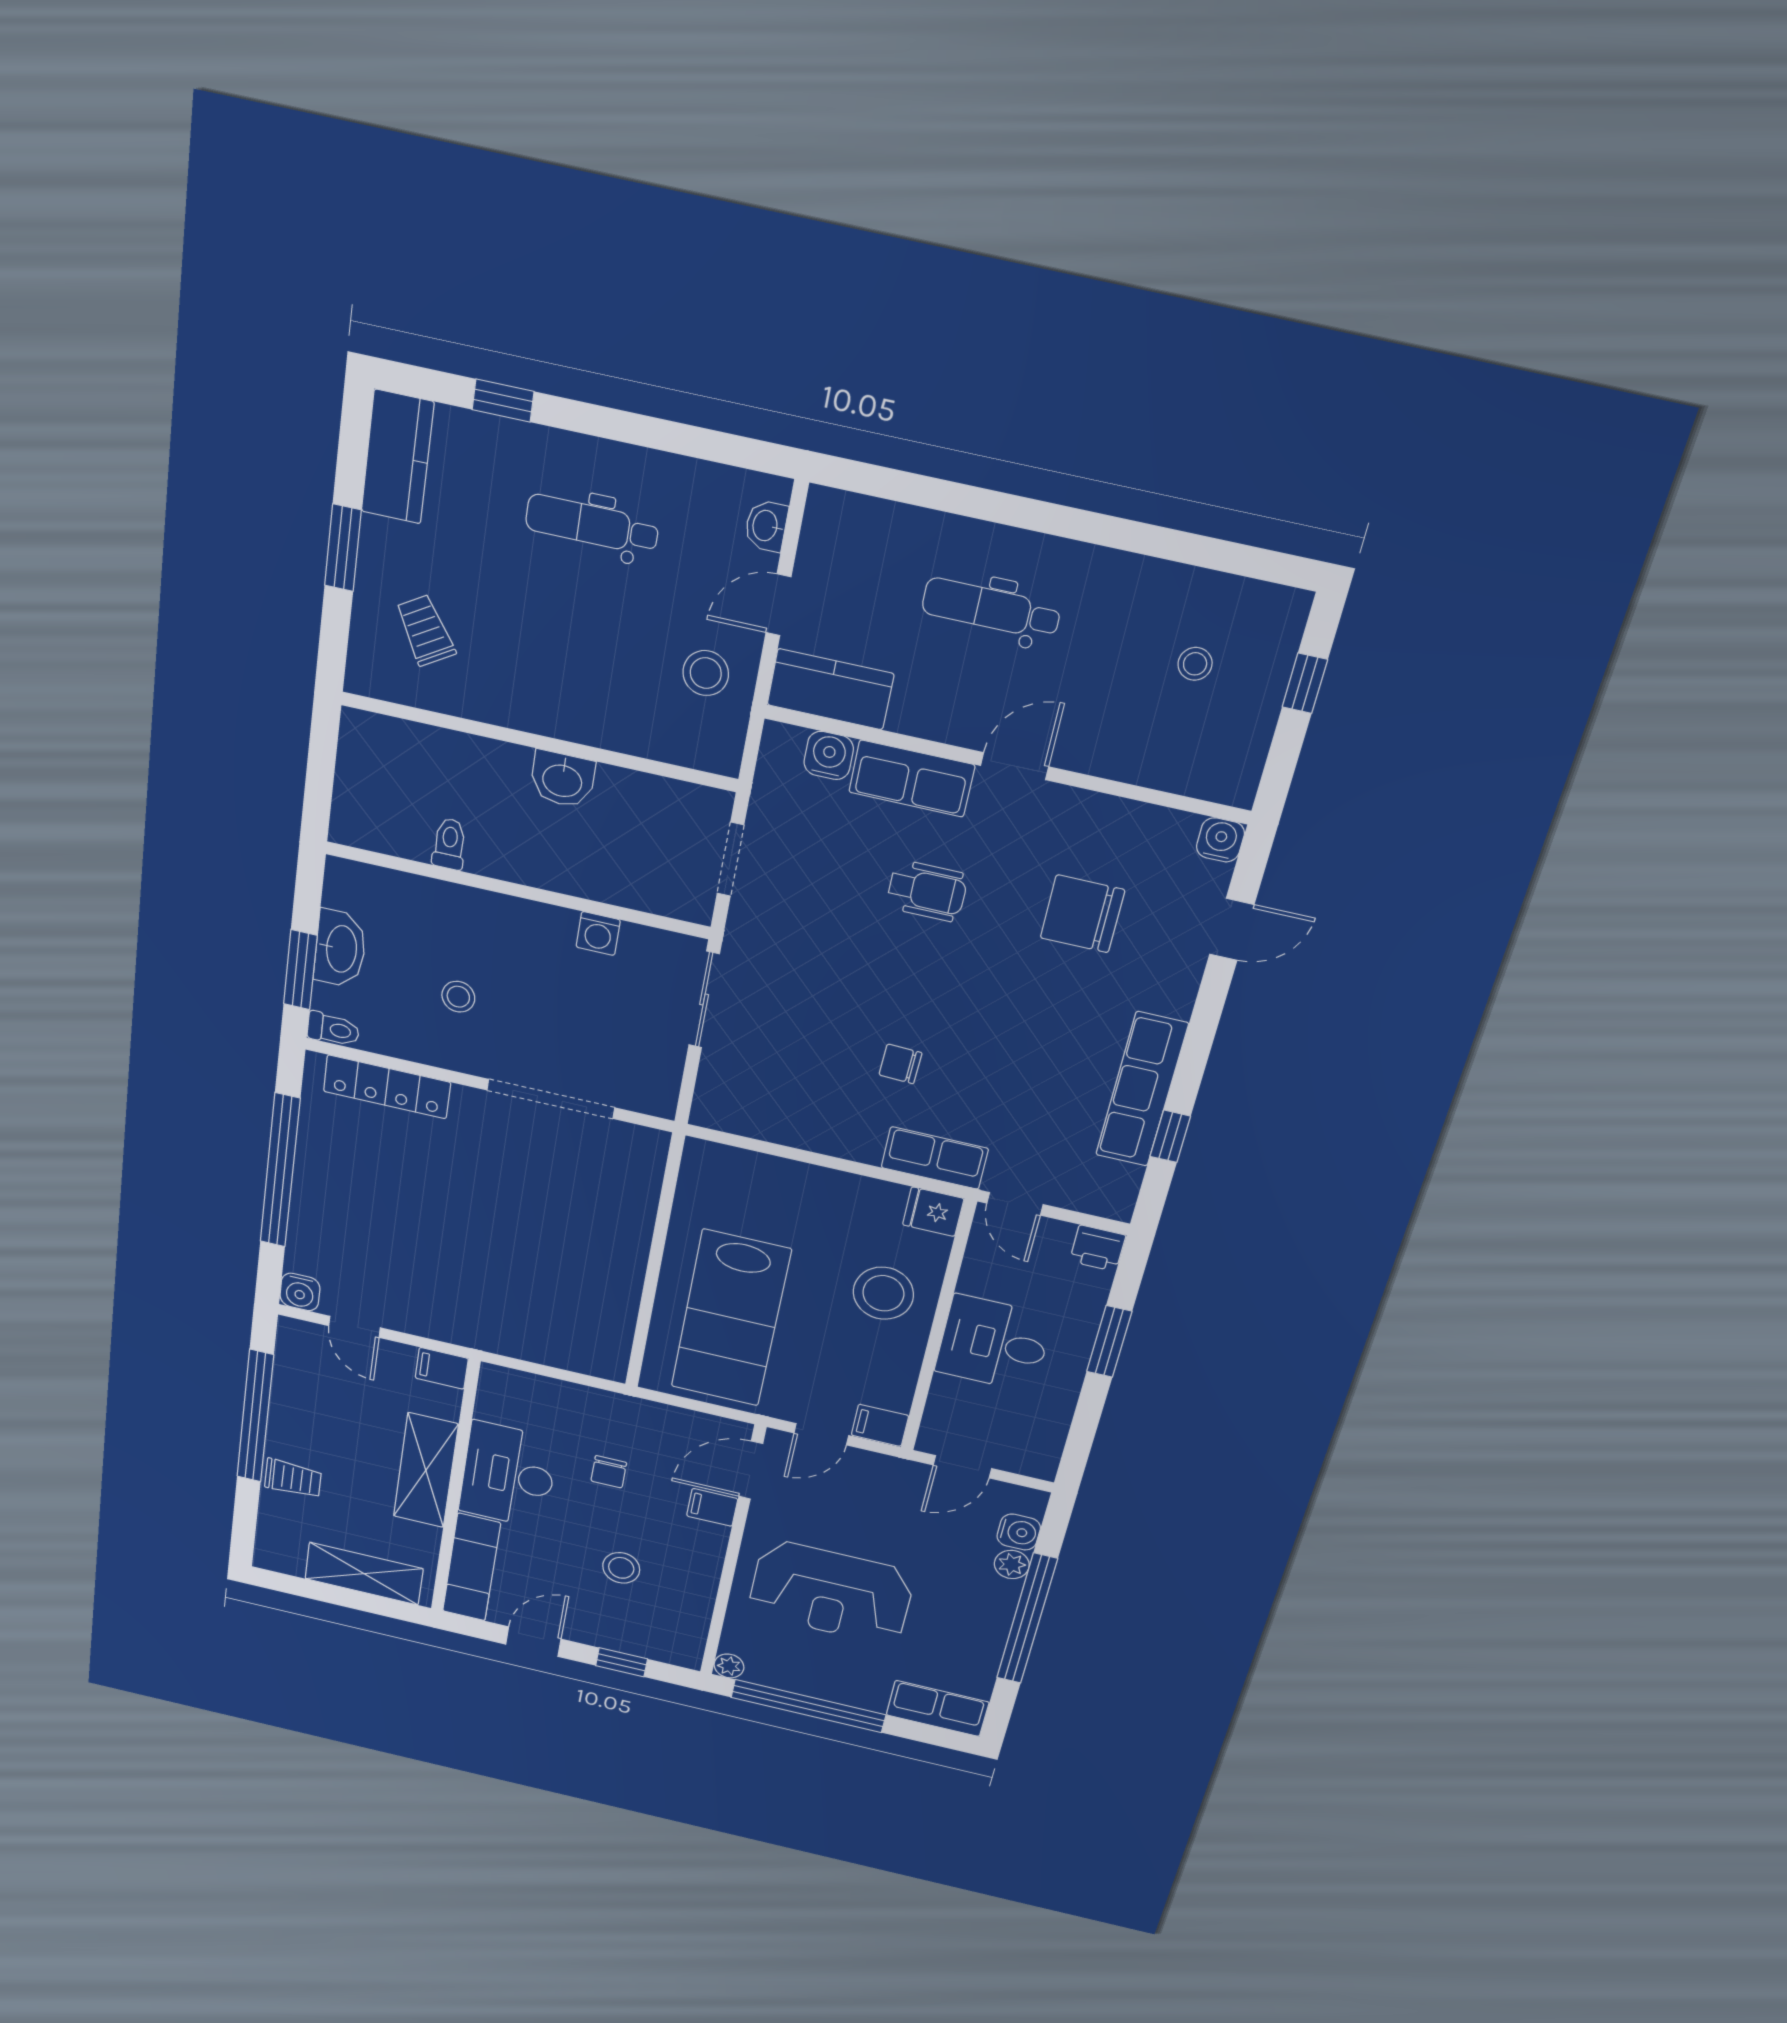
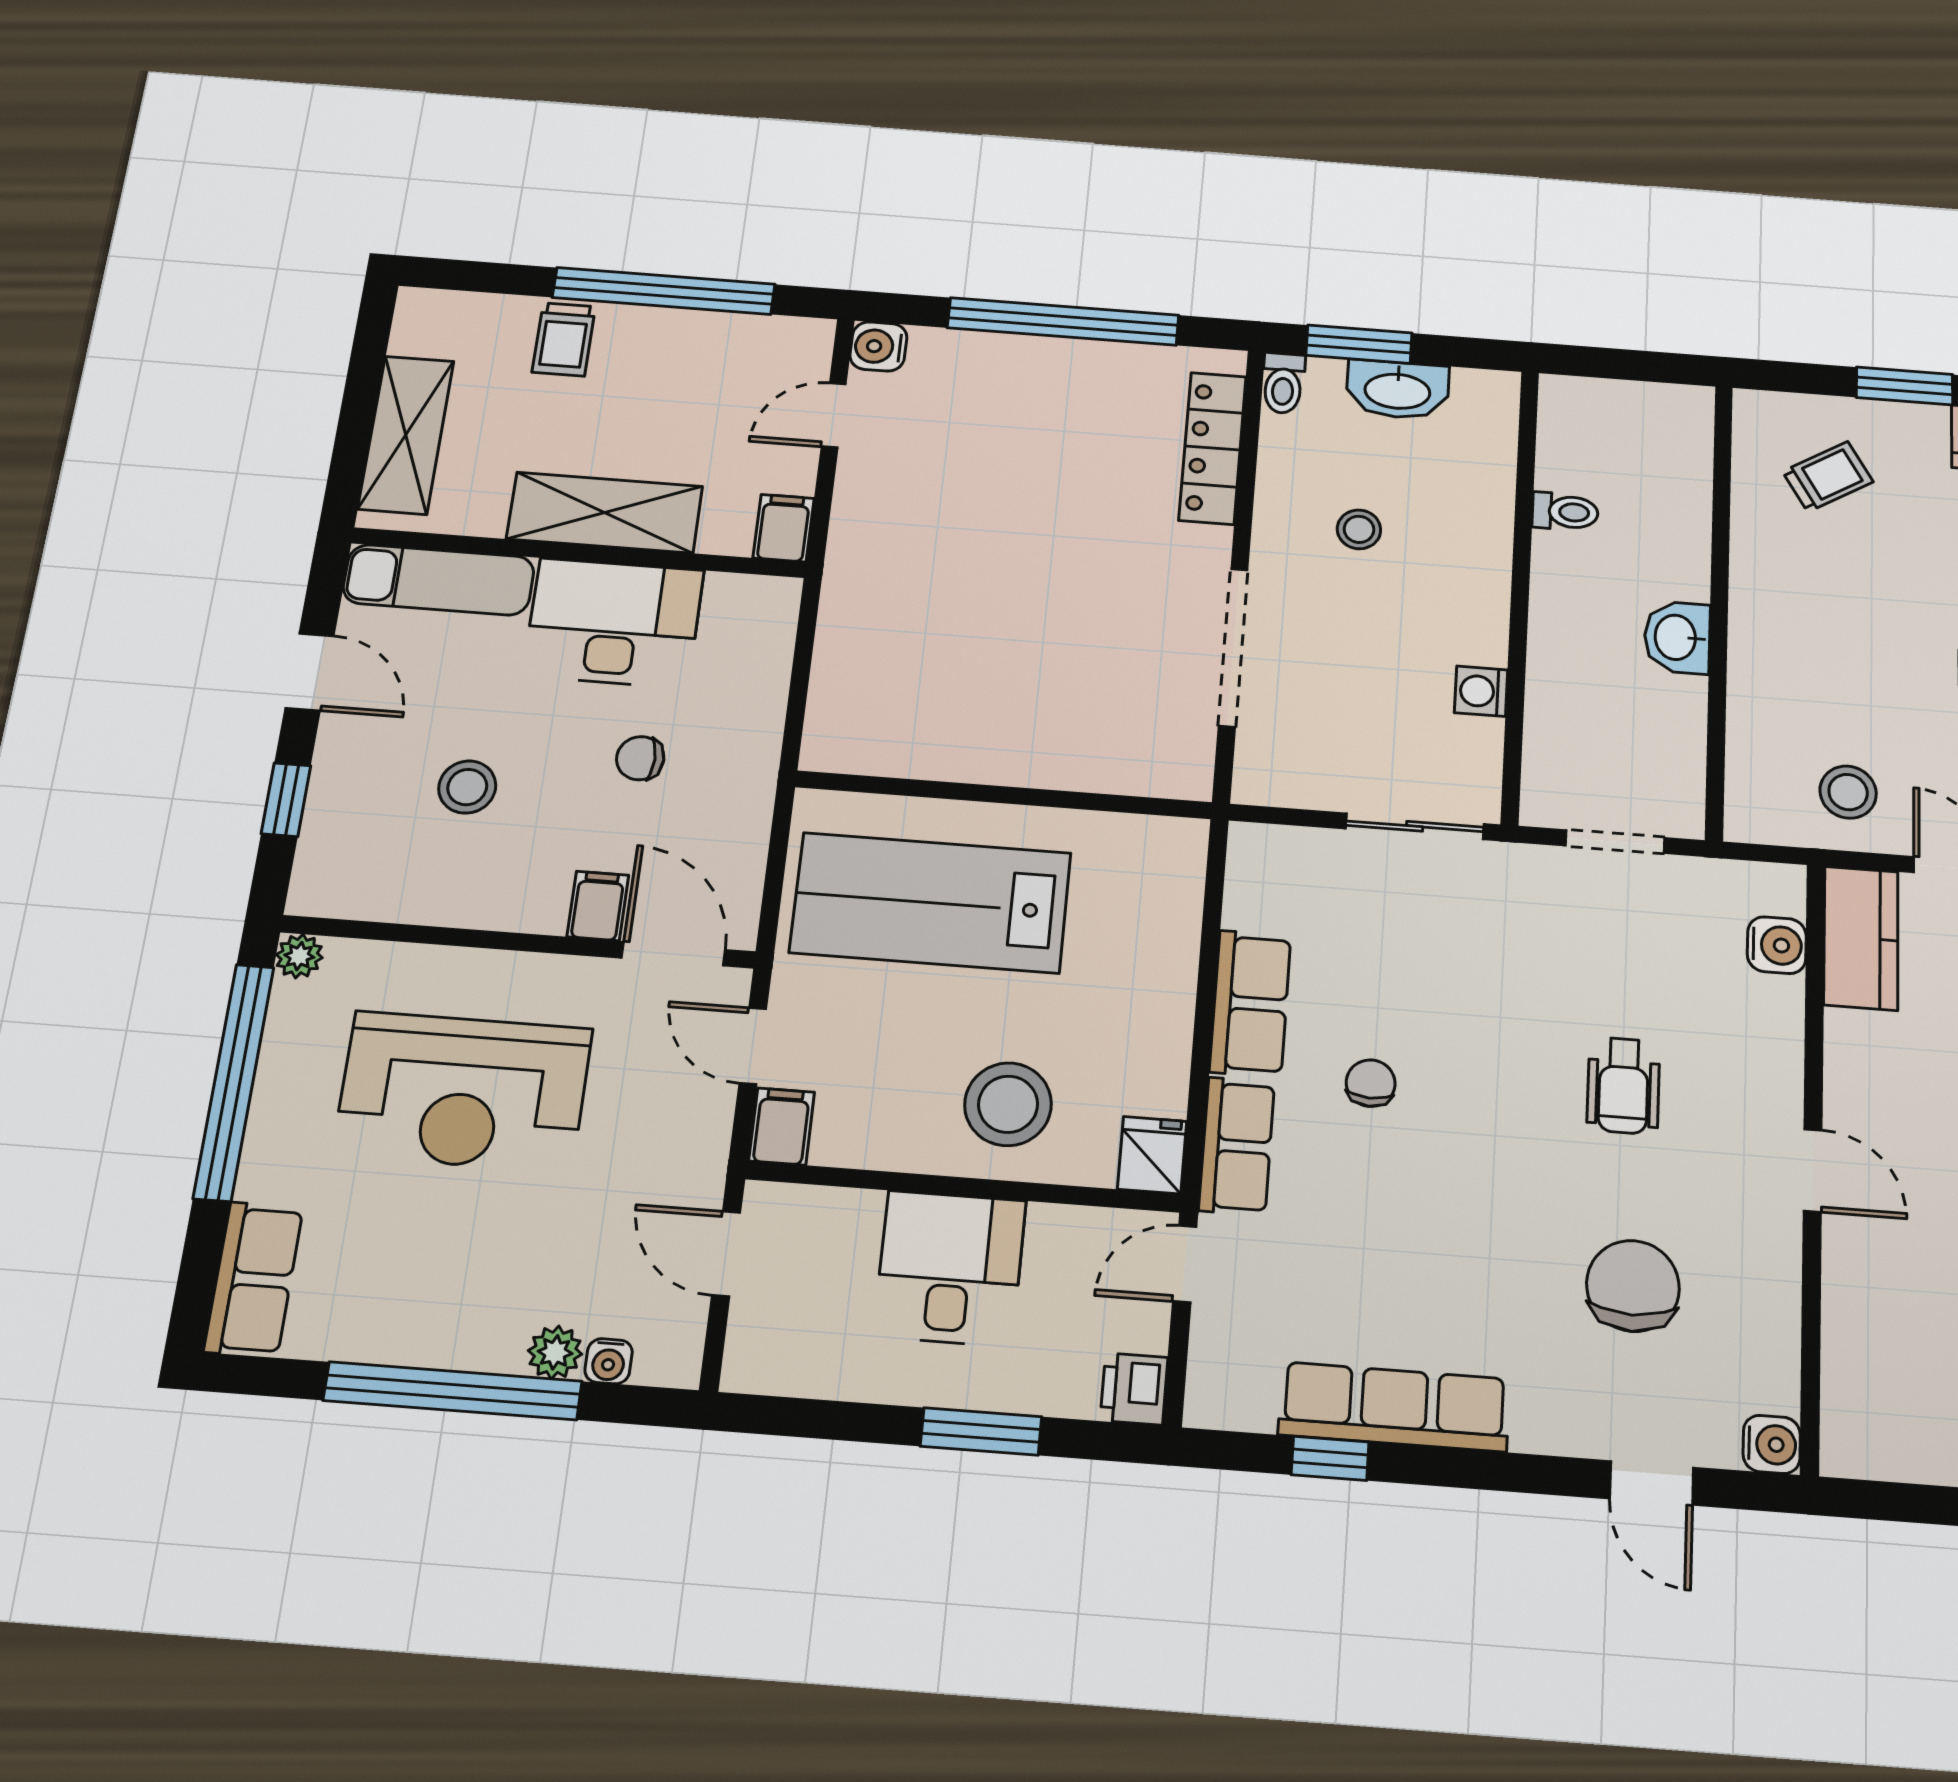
row of seats: (912, 779) -> (1250, 1003), moved, turned 180
water cooler: (1019, 1532) -> (609, 1361), width x0.72, depth x0.72
reception desk: (831, 1593) -> (463, 1091), turned -90

